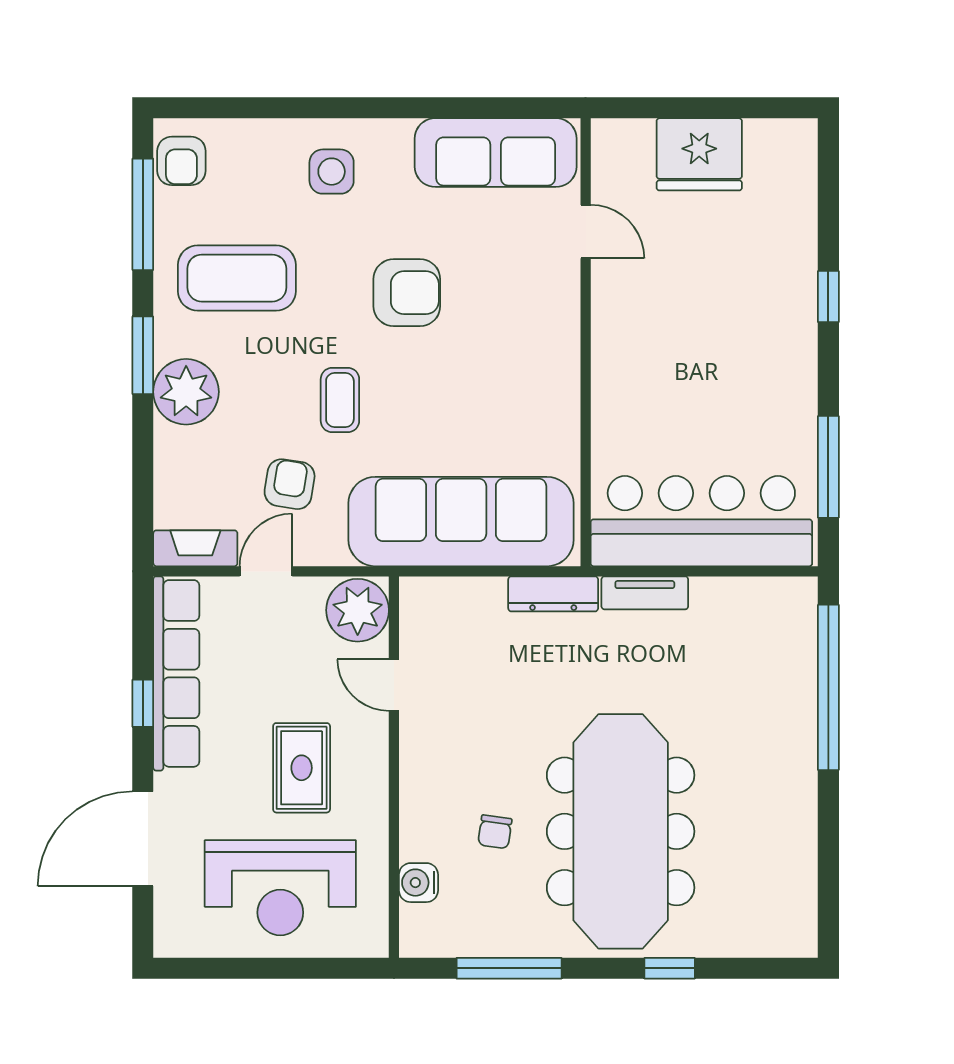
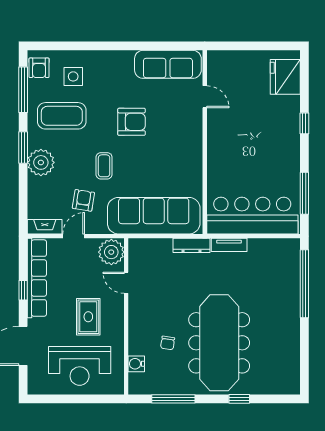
fridge: (699, 154) -> (285, 77), moved, turned 90
side table: (332, 172) -> (73, 76), moved

